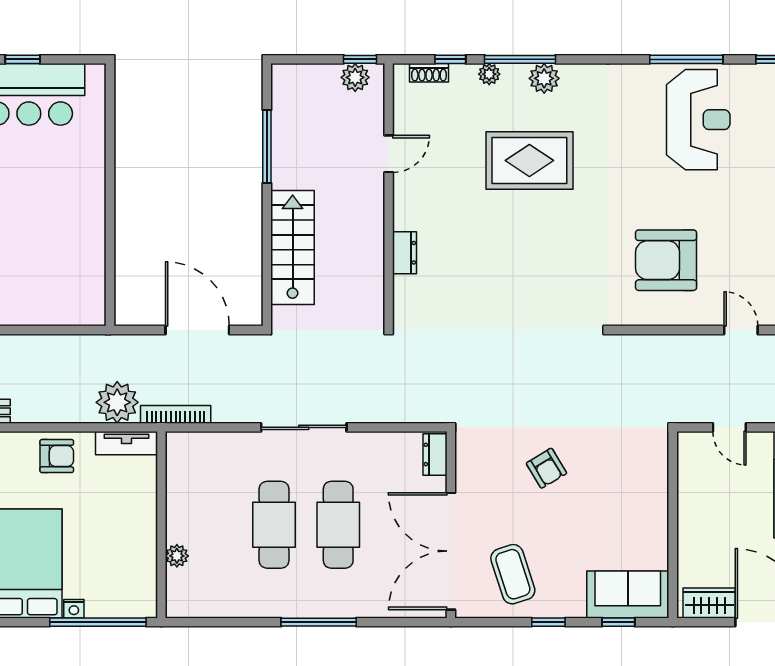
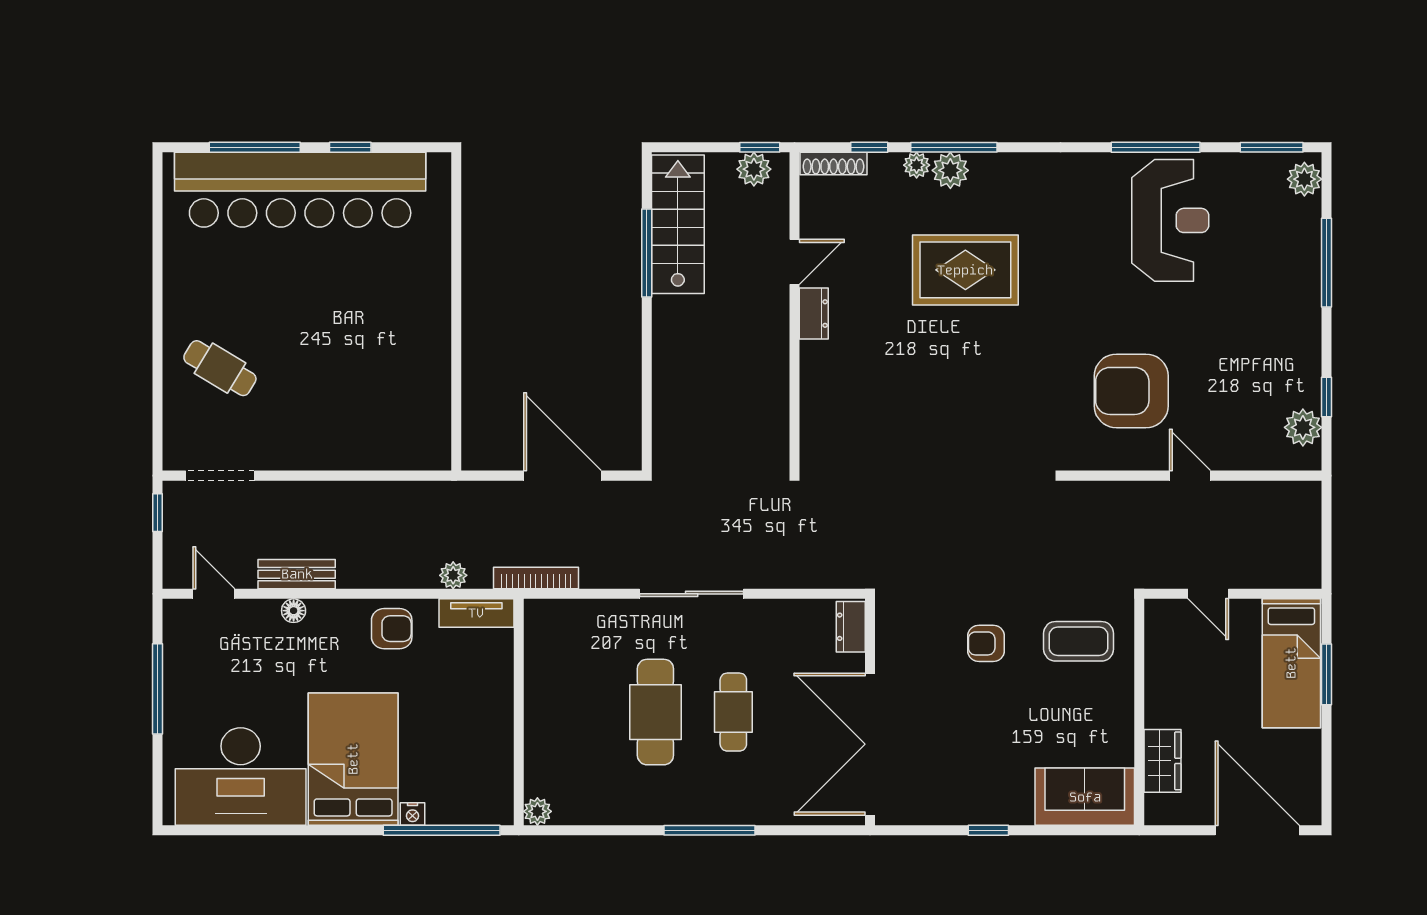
shoe rack: (429, 73) -> (834, 164), width x1.43
plant: (544, 78) -> (950, 170), moved
stairs: (293, 247) -> (678, 224), moved
dresser: (405, 253) -> (814, 314), moved
door: (741, 330) -> (1190, 476), moved
plant: (117, 402) -> (453, 575), width x0.53, depth x0.53
armchair: (546, 468) -> (986, 643), turned 121
cafe table: (338, 525) -> (733, 712), width x0.73, depth x0.74
plant: (177, 556) -> (537, 811), moved
coffee table: (513, 574) -> (1079, 641), moved, turned -72
wardrobe: (709, 603) -> (1163, 761), moved, turned 90
window: (618, 622) -> (1073, 830), removed

